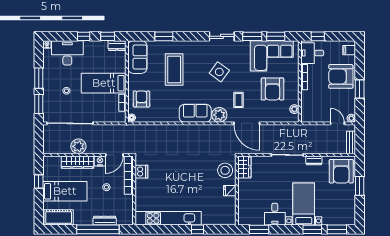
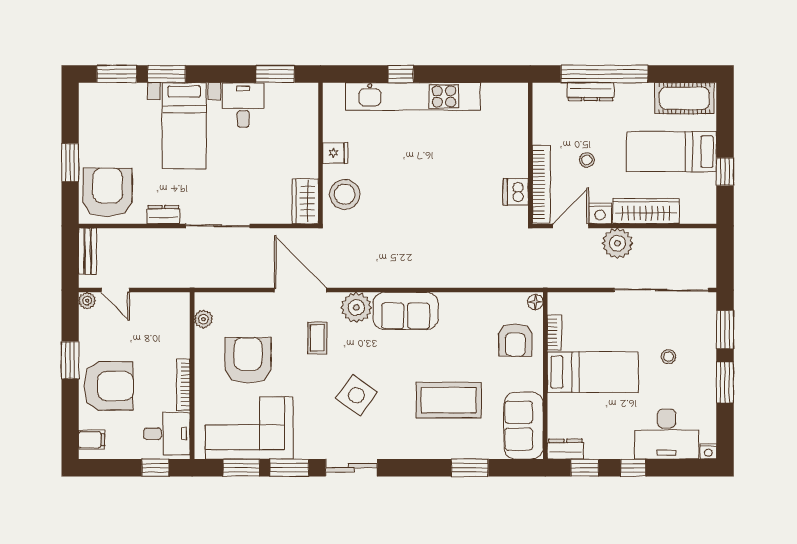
coffee table: (174, 69) -> (449, 400), turned 90
plant: (78, 146) -> (617, 243), moved
kitchen unit: (168, 218) -> (413, 96), moved

